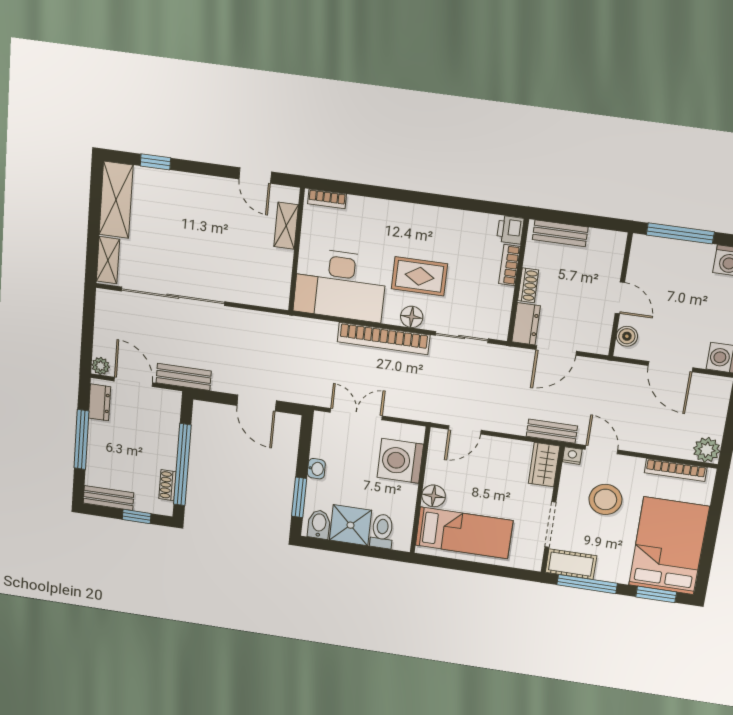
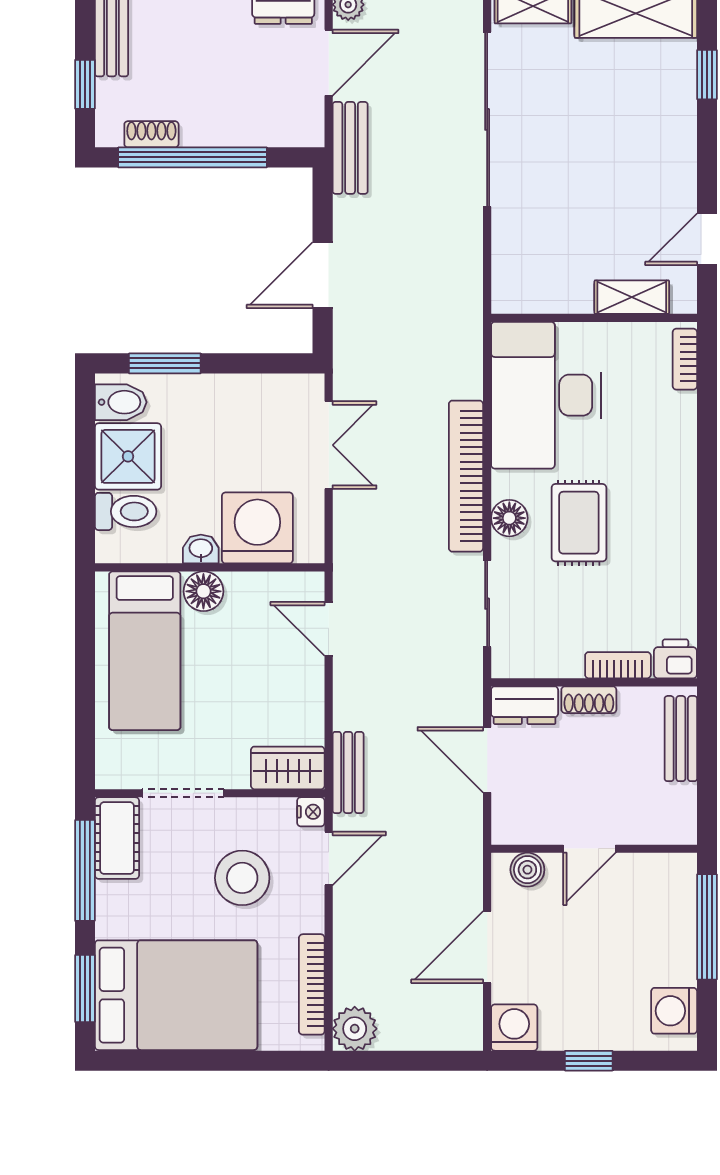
washbasin: (316, 469) -> (201, 549), moved, turned 180

